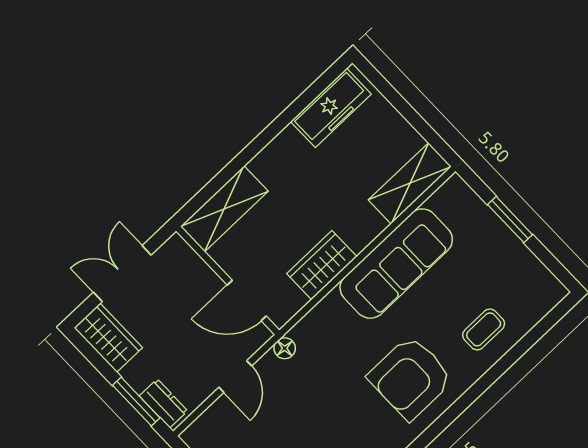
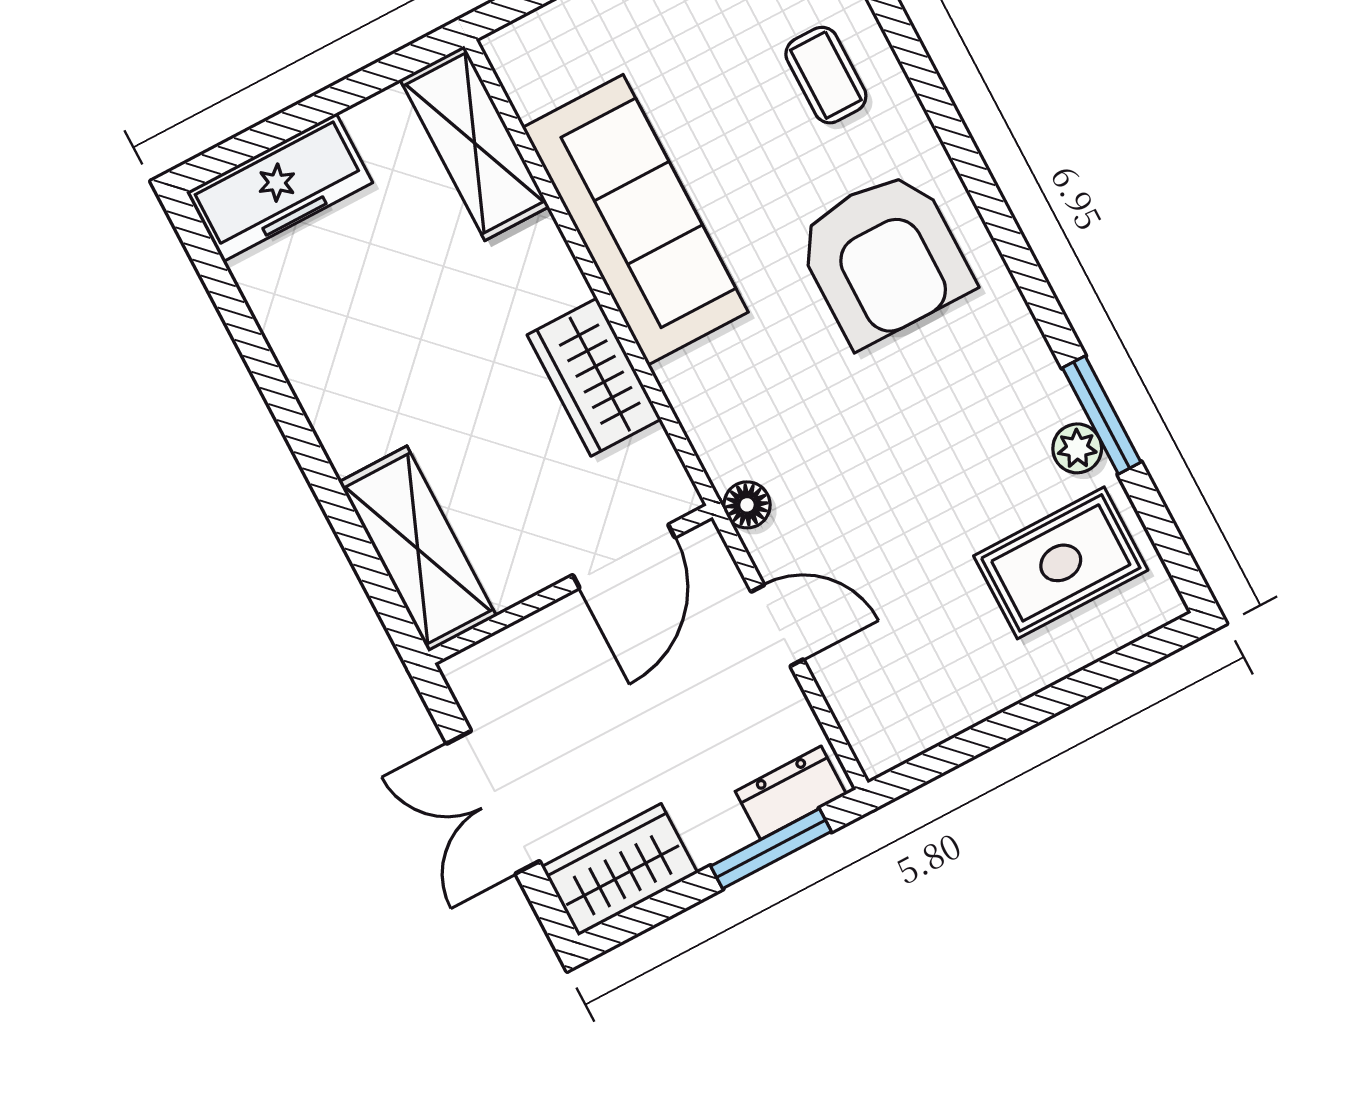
freezer: (331, 108) -> (279, 187), moved, turned 90

